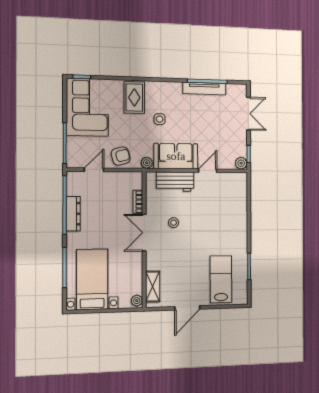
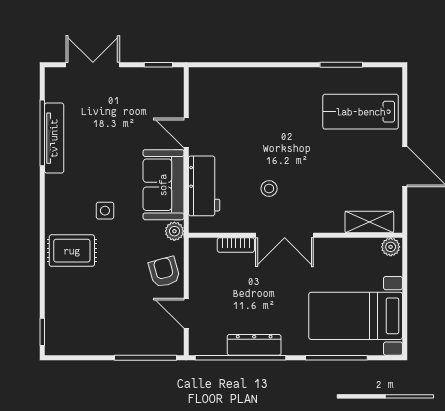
corner sofa: (87, 107) -> (89, 323), removed
plant: (241, 163) -> (174, 77), removed

